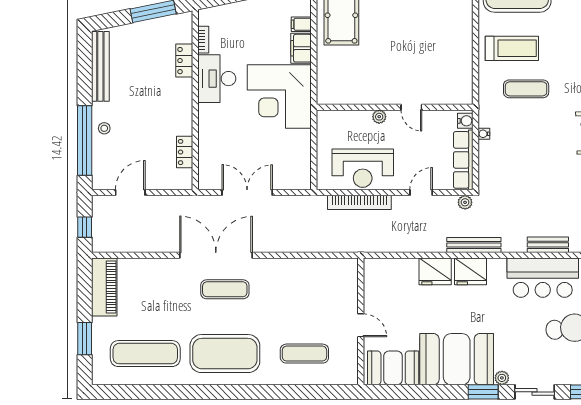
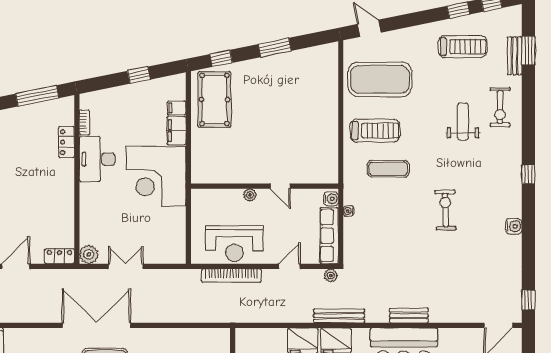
locker: (185, 152) -> (59, 256), moved, turned 90
plant: (208, 180) -> (89, 254), added
double door: (247, 193) -> (126, 266), width x0.73

